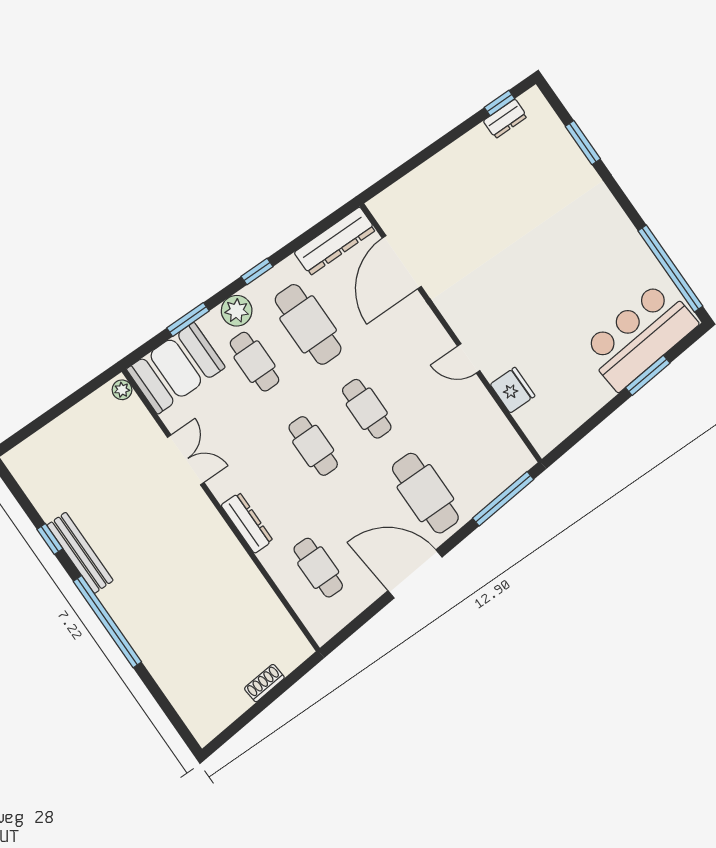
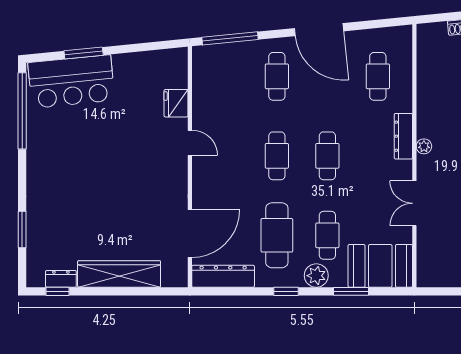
wardrobe: (447, 167) -> (119, 274), added
plant: (122, 390) -> (424, 146), moved
cafe table: (425, 493) -> (277, 76), width x0.73, depth x0.74

